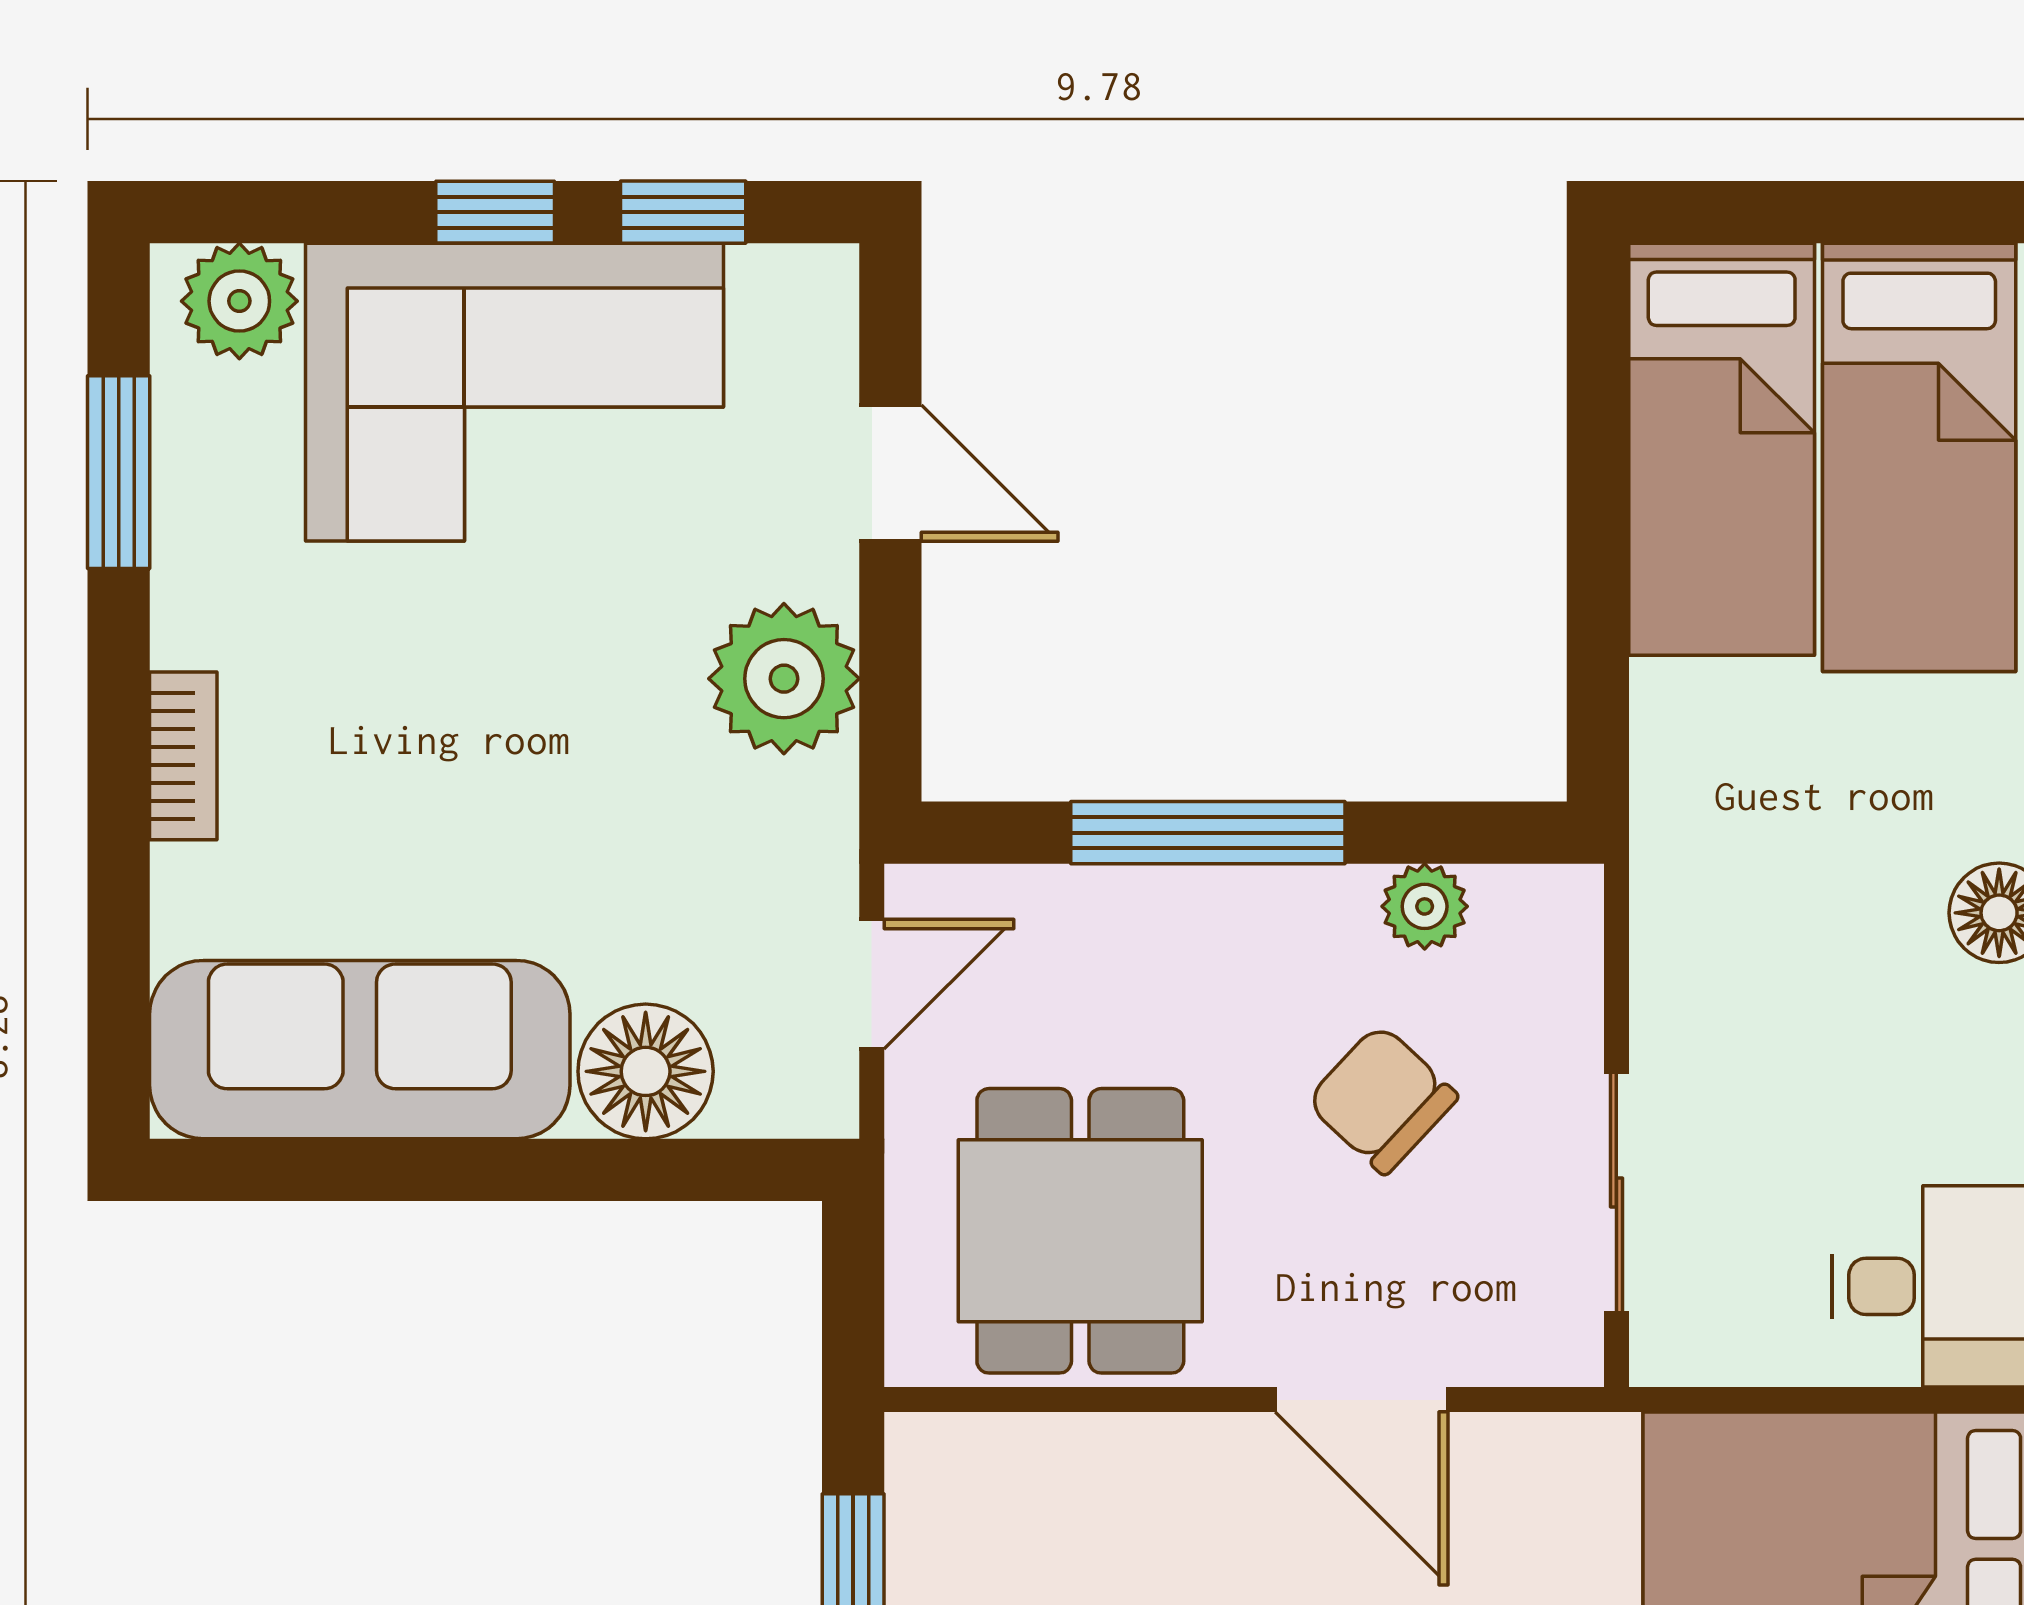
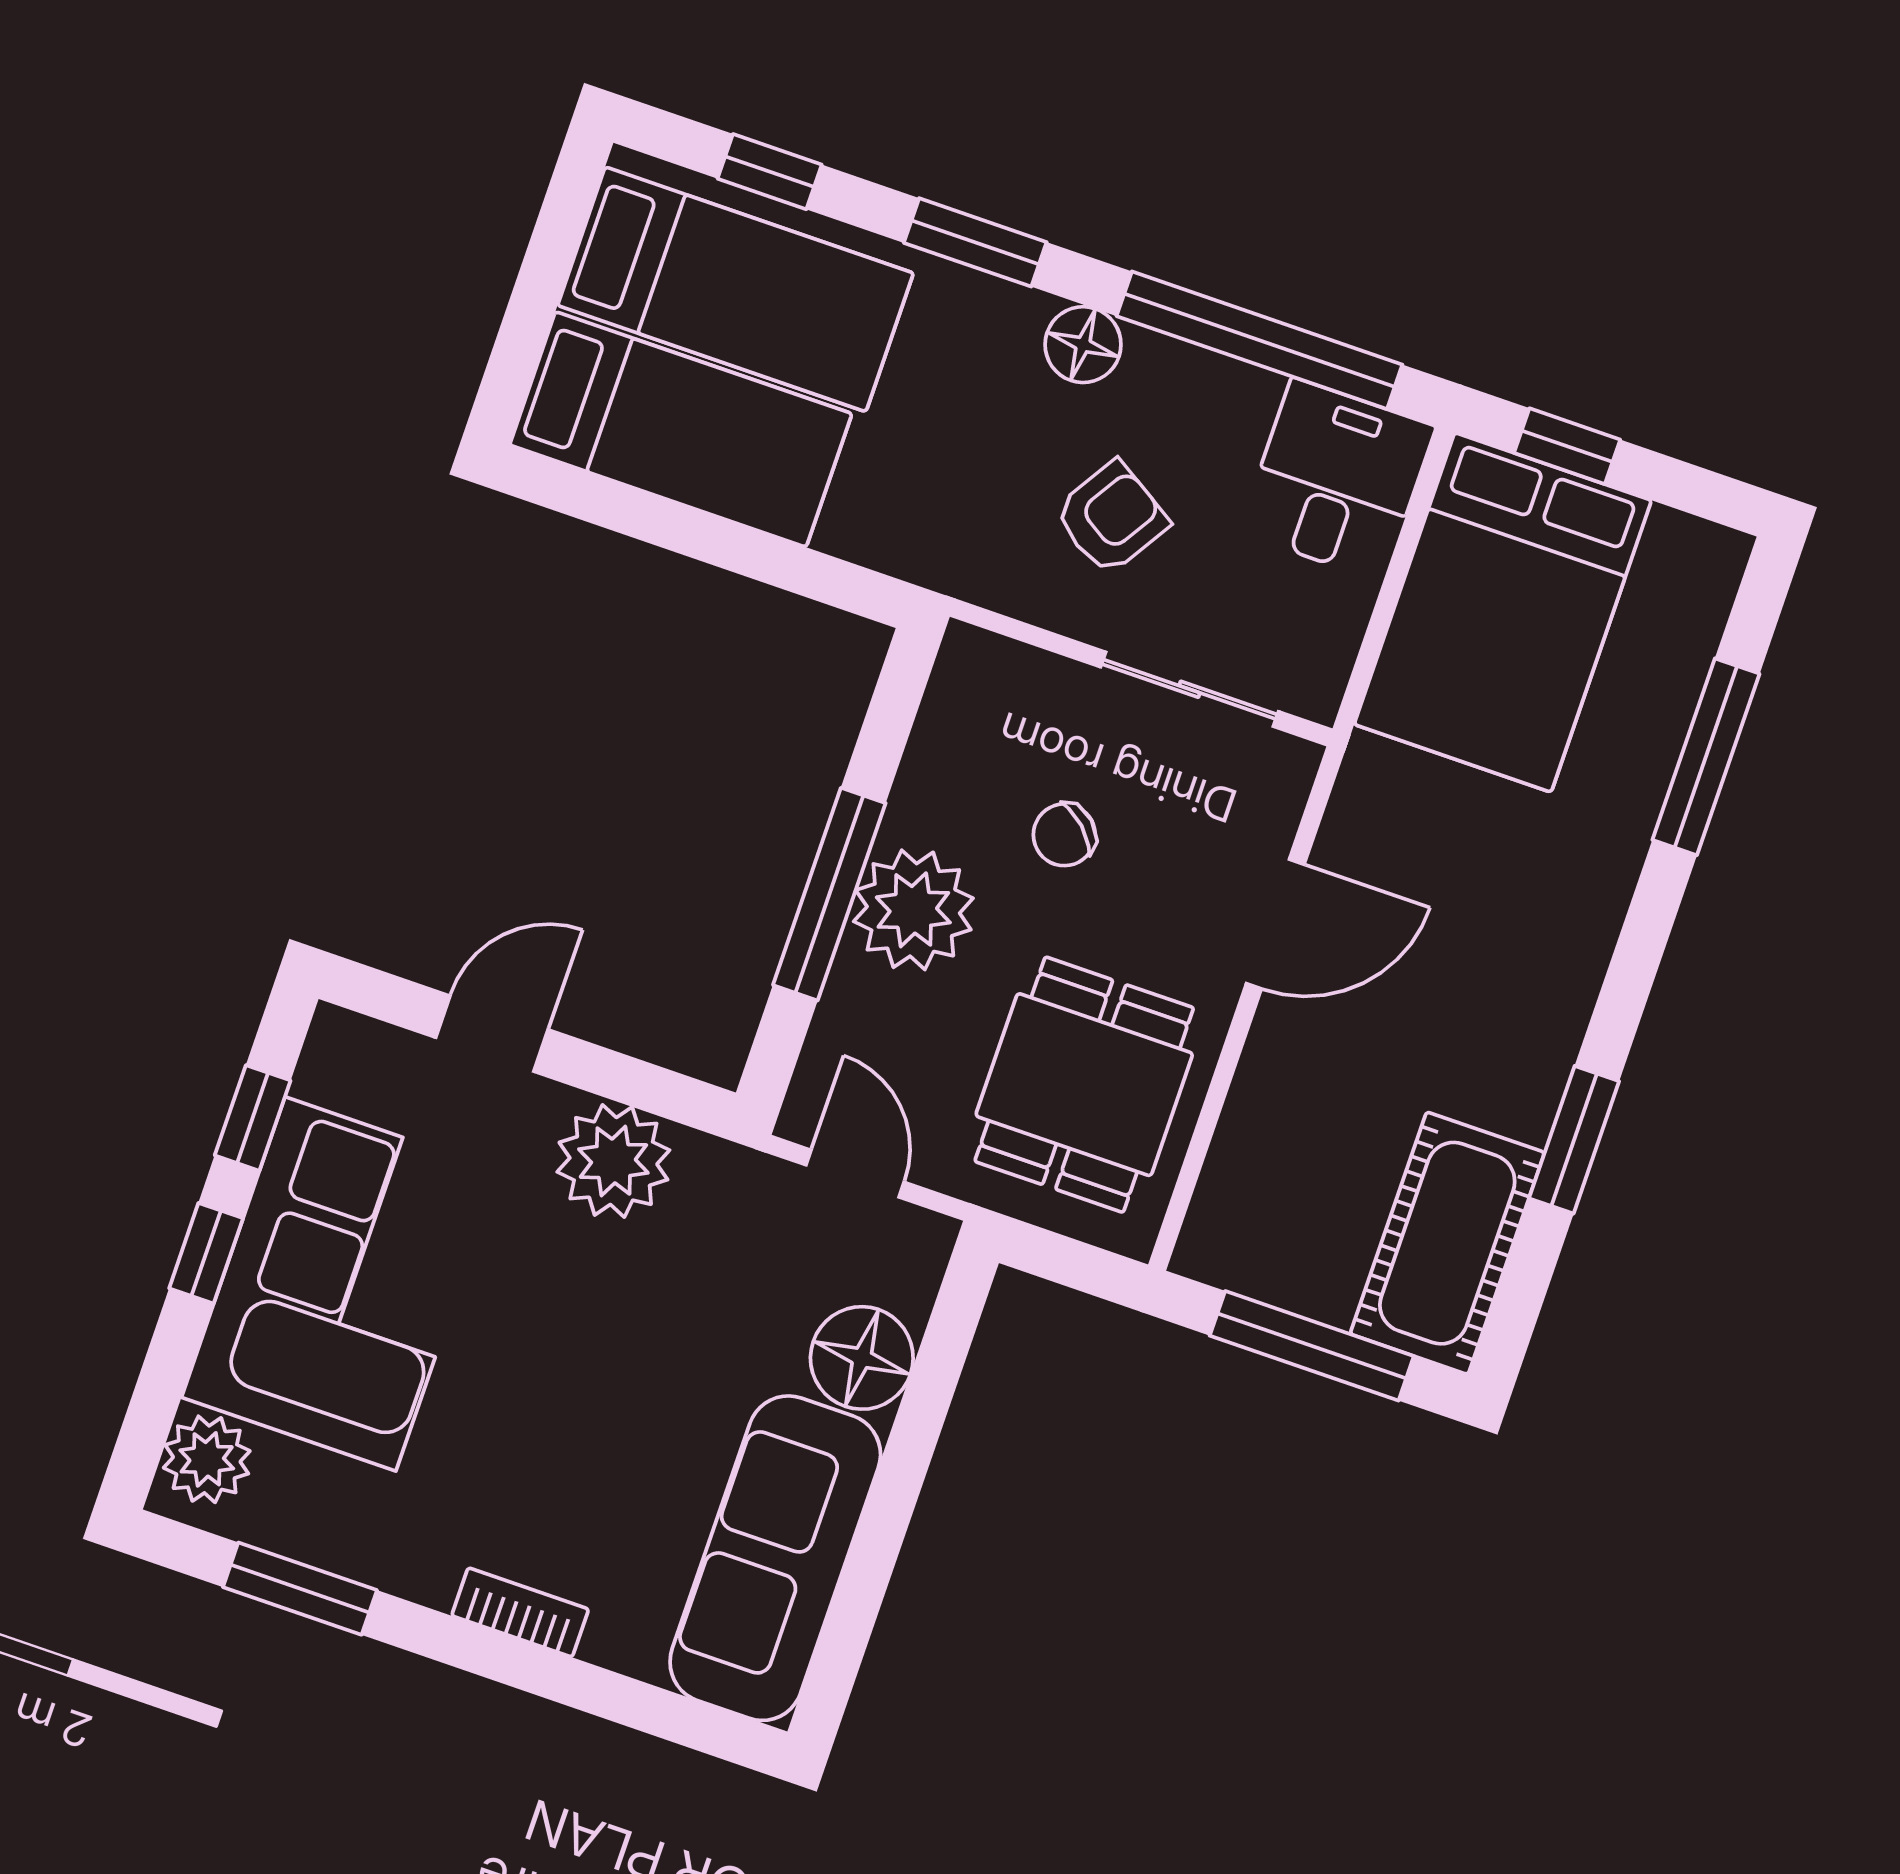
plant: (1425, 906) -> (913, 910), moved, width x1.87, depth x1.87
armchair: (1796, 1022) -> (1111, 518), added
chair: (1382, 1099) -> (1064, 835), width x0.73, depth x0.73
dining table: (1080, 1231) -> (1084, 1085), turned 90

